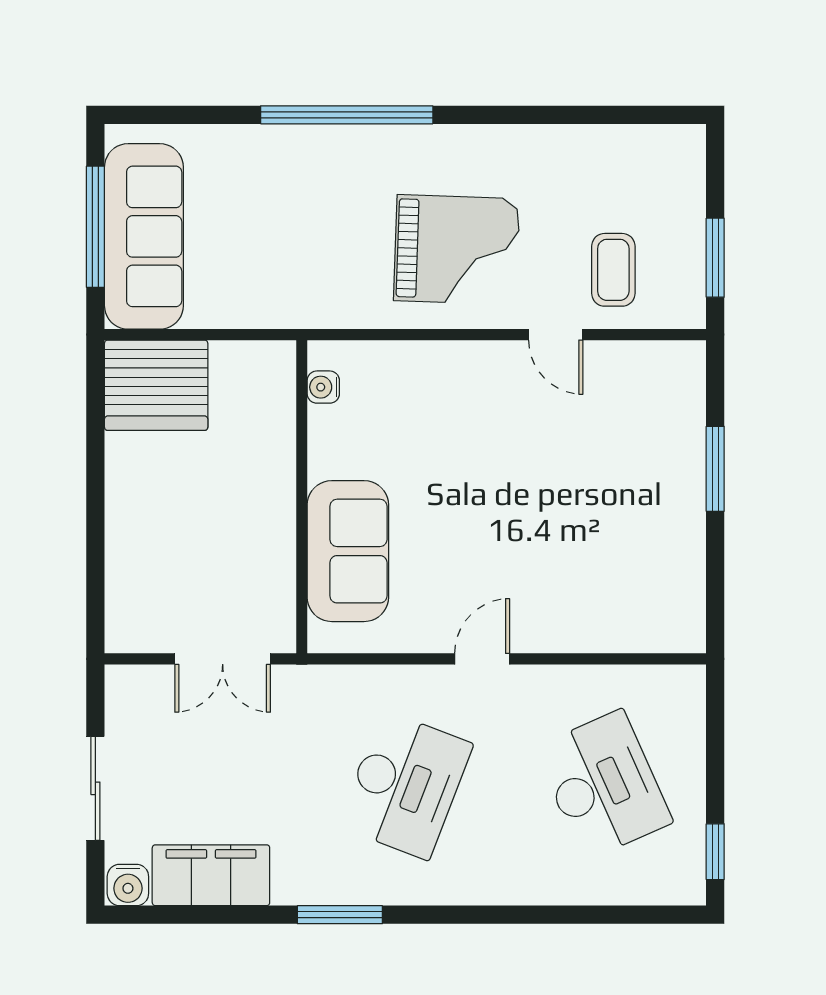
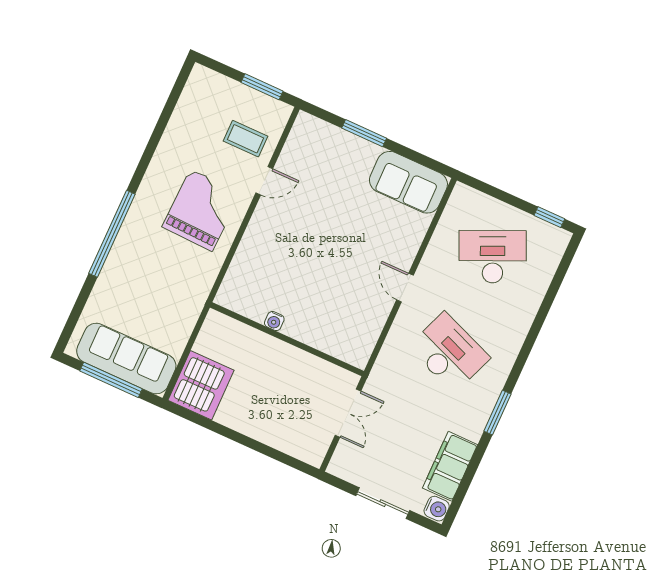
water cooler: (323, 387) -> (274, 321), moved
sofa: (348, 551) -> (408, 182), moved, turned 180

